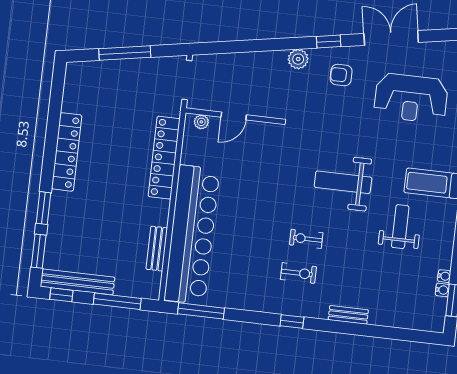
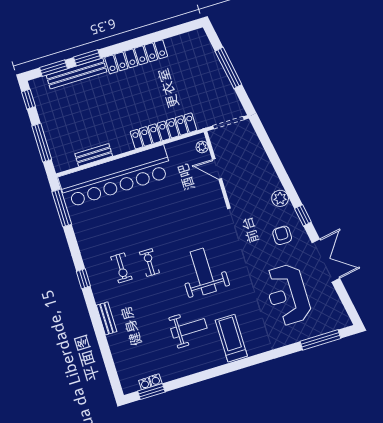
water cooler: (444, 276) -> (145, 384), moved
bench: (77, 282) -> (76, 74), moved, turned 90

